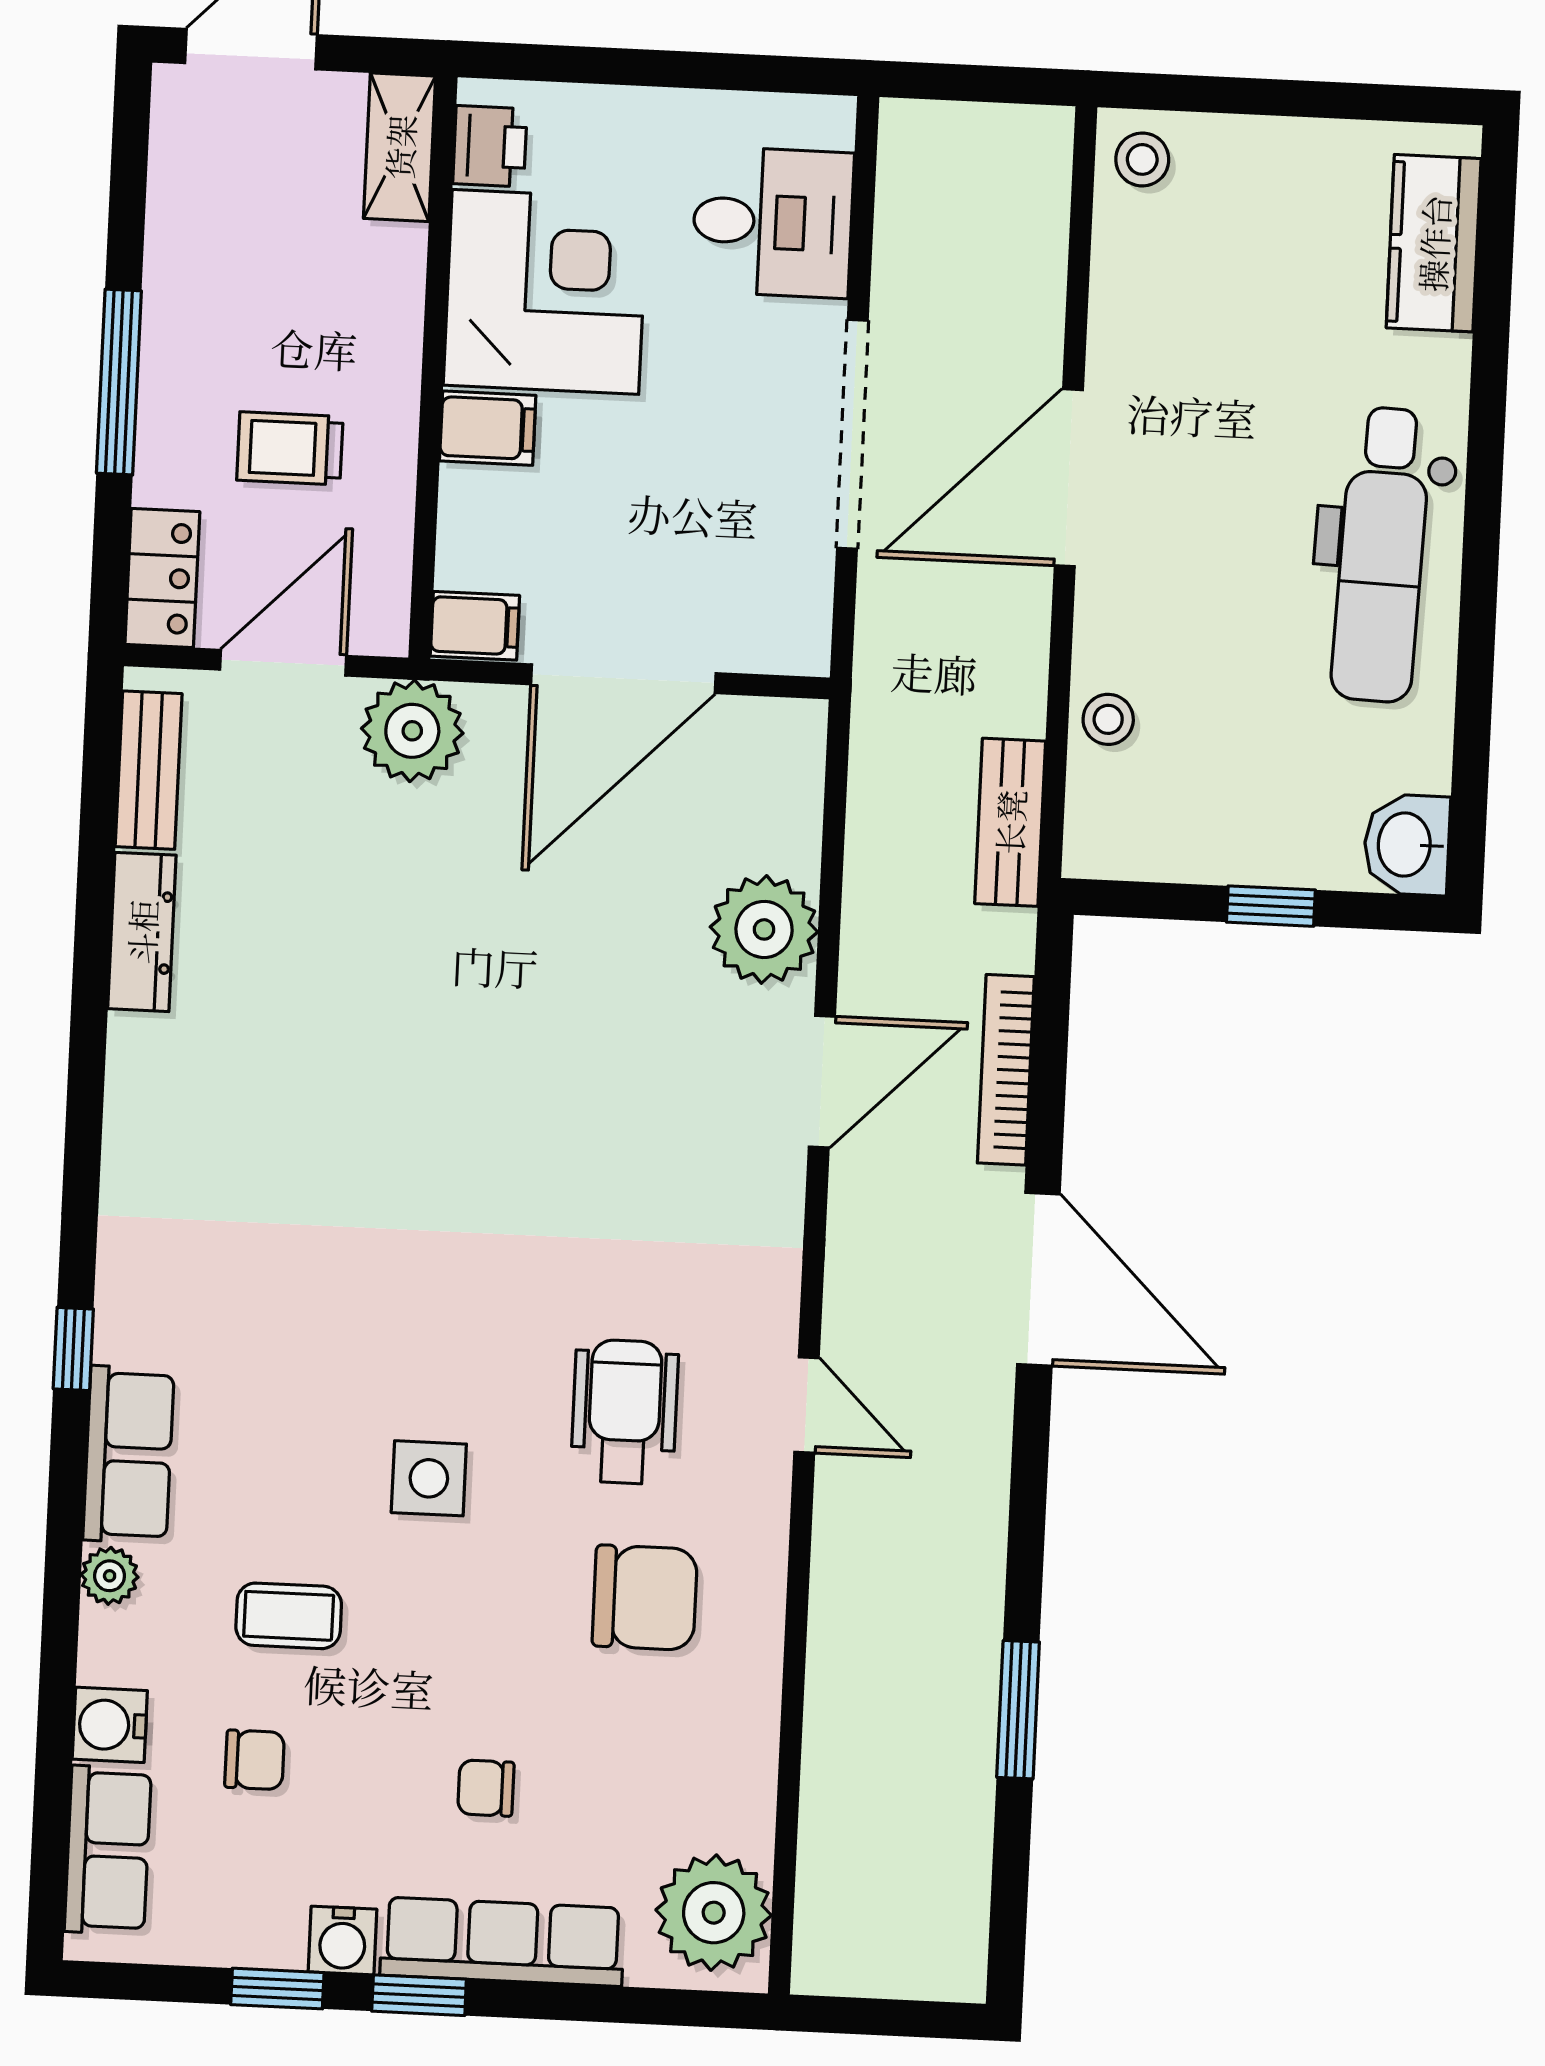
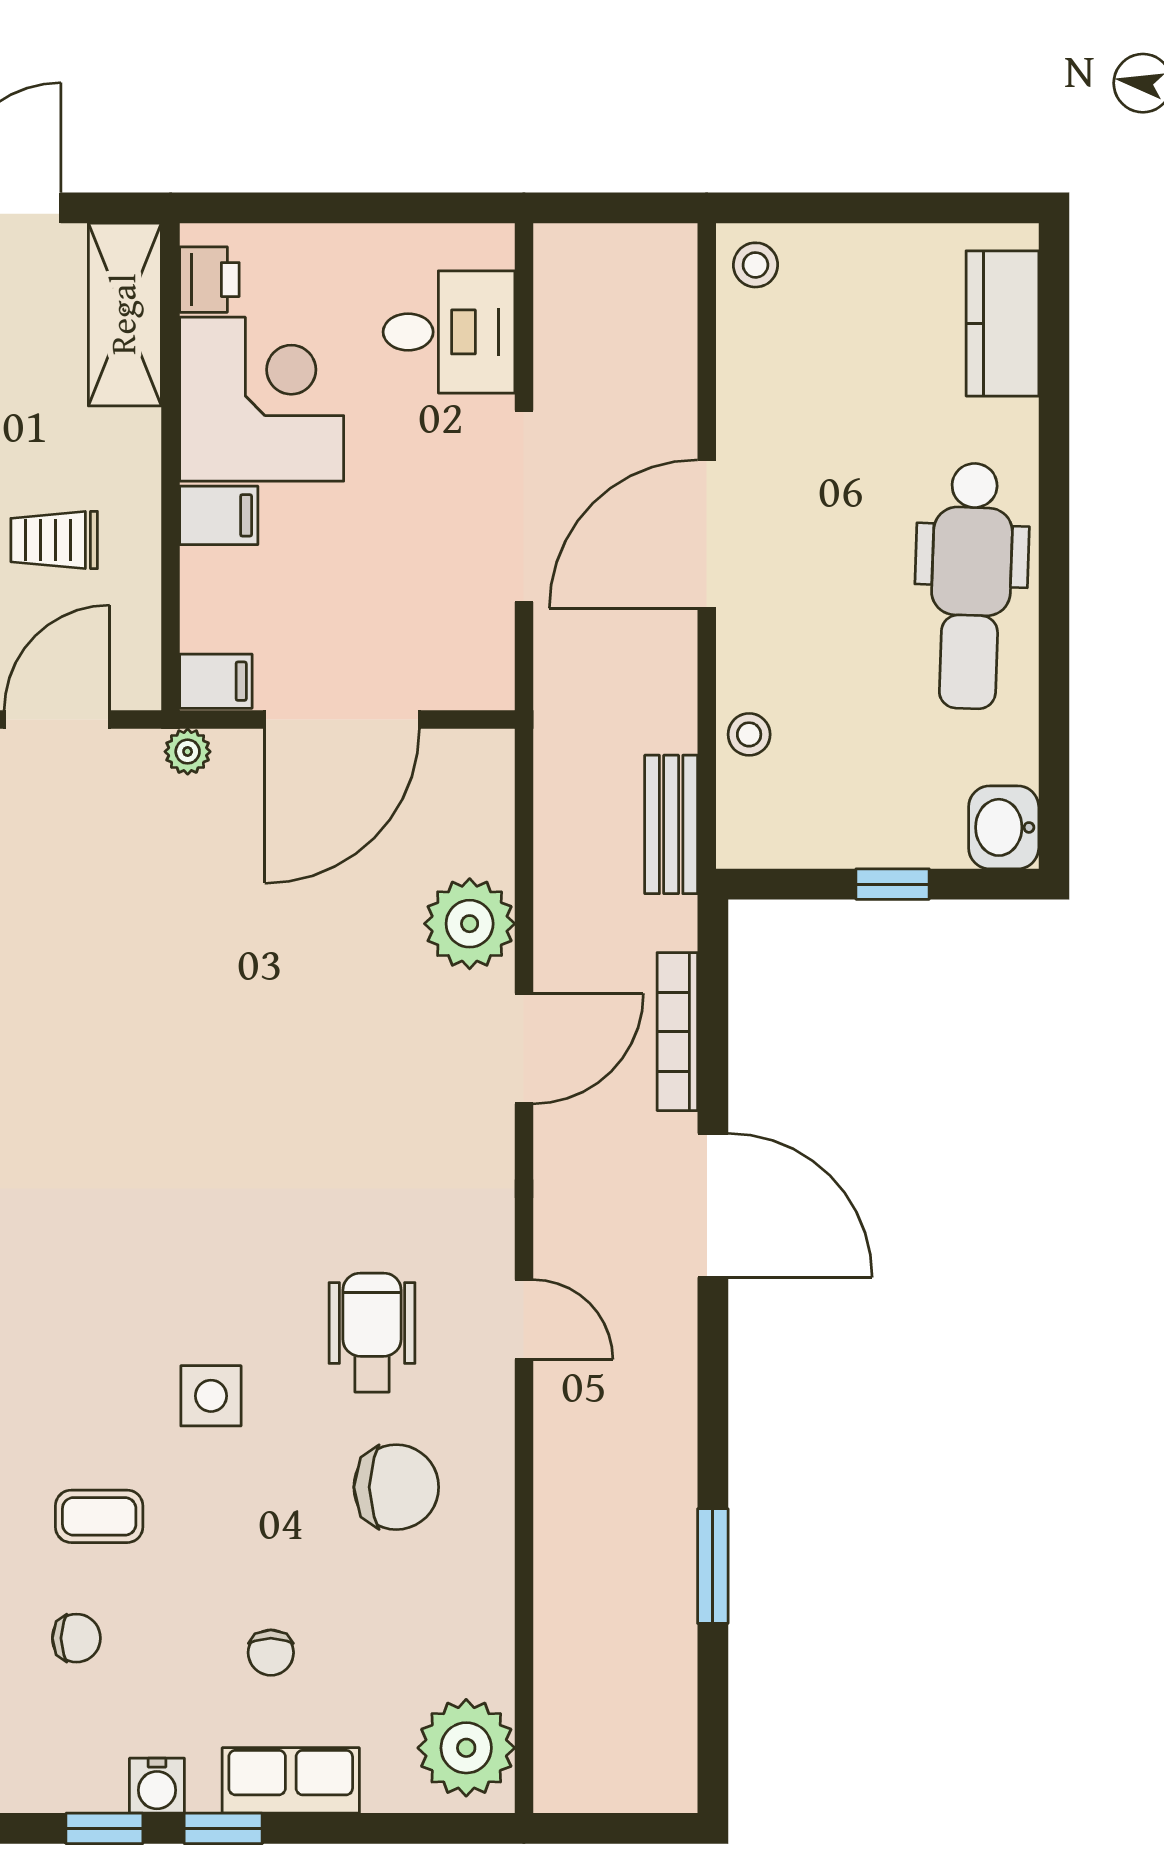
shelving: (400, 147) -> (125, 314), width x1.50, depth x1.33
plant: (412, 731) -> (188, 752), width x0.53, depth x0.53
chair: (486, 1788) -> (271, 1653), turned -90
row of seats: (502, 1942) -> (291, 1780), width x0.68

